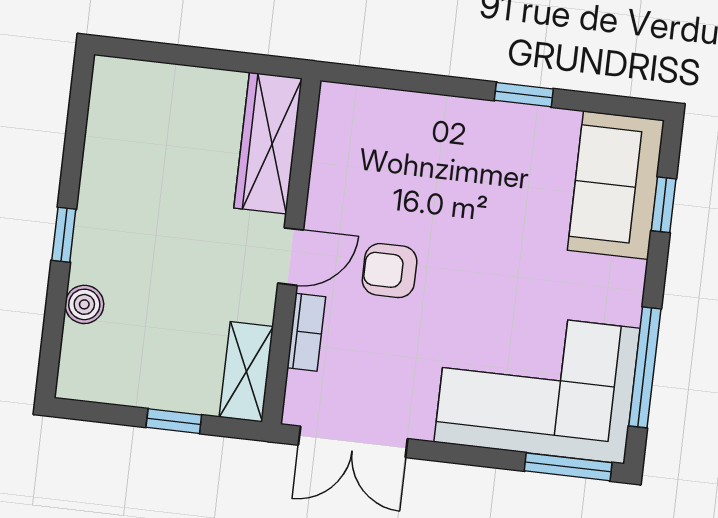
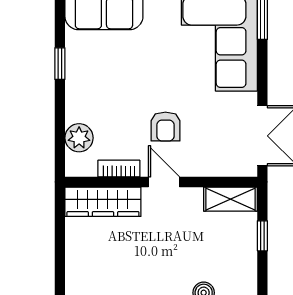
plant: (387, 114) -> (79, 138), added
bookcase: (306, 332) -> (119, 169), moved

